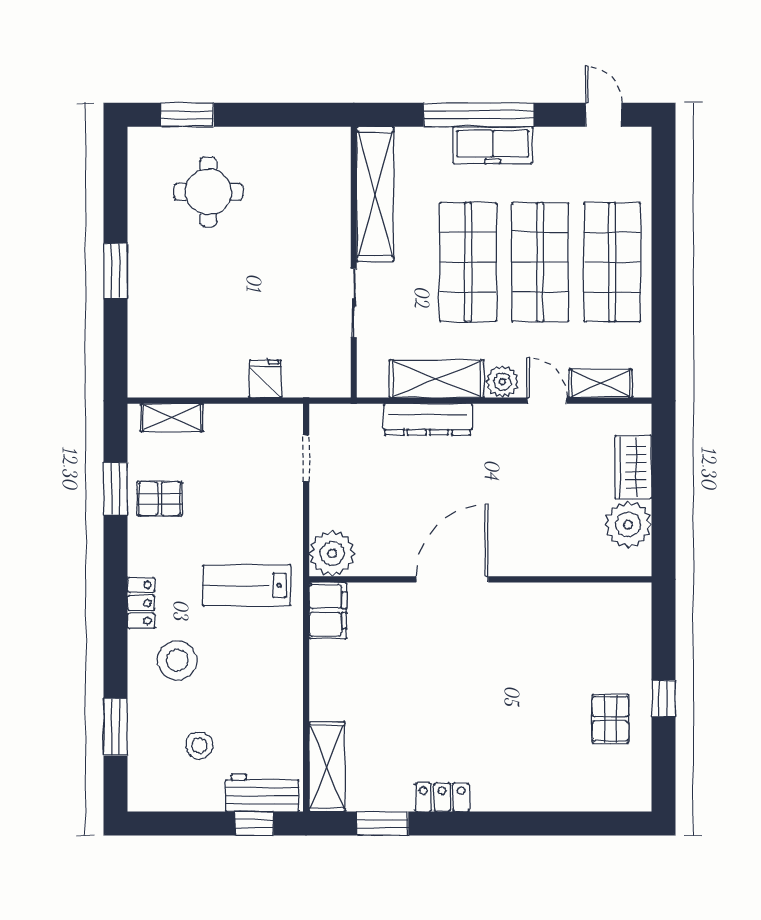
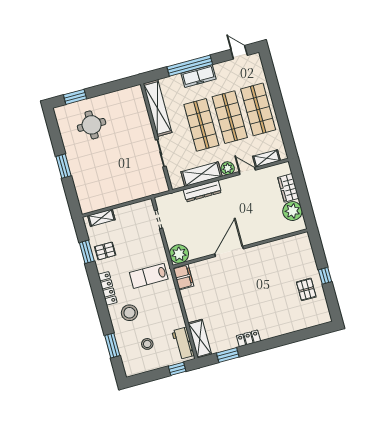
fridge: (265, 379) -> (134, 192), removed
locker: (141, 603) -> (108, 288), width x1.53
workbench: (262, 793) -> (183, 343), moved, turned -90

